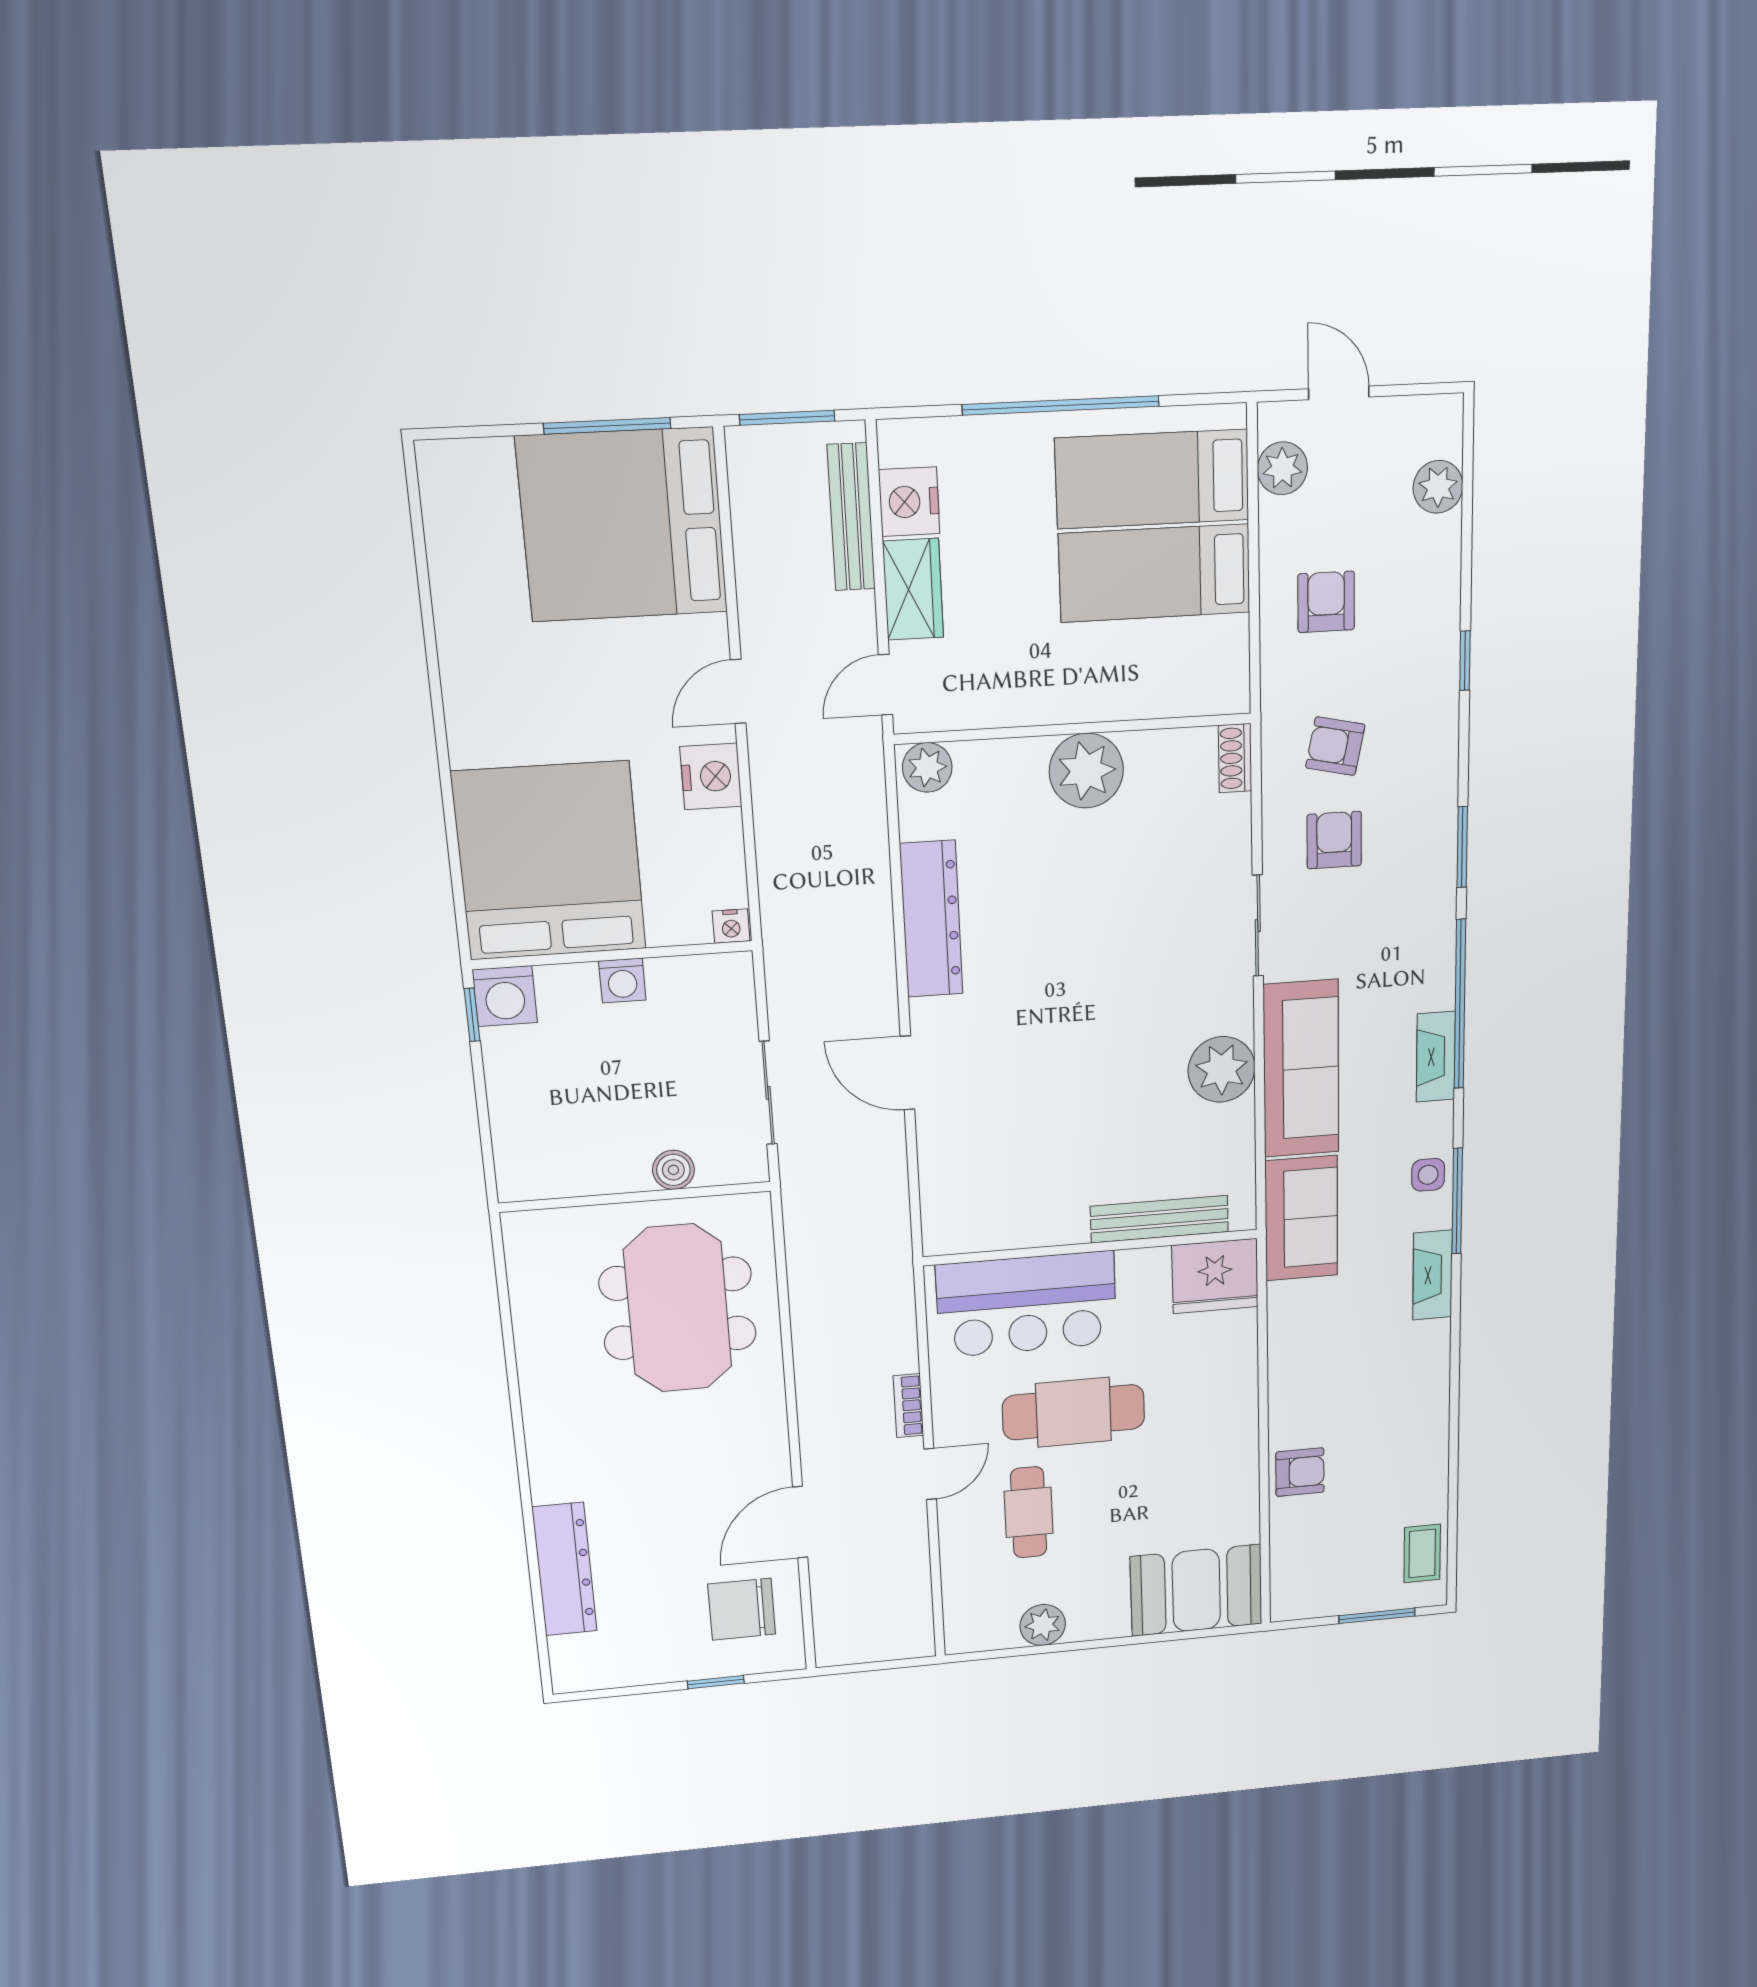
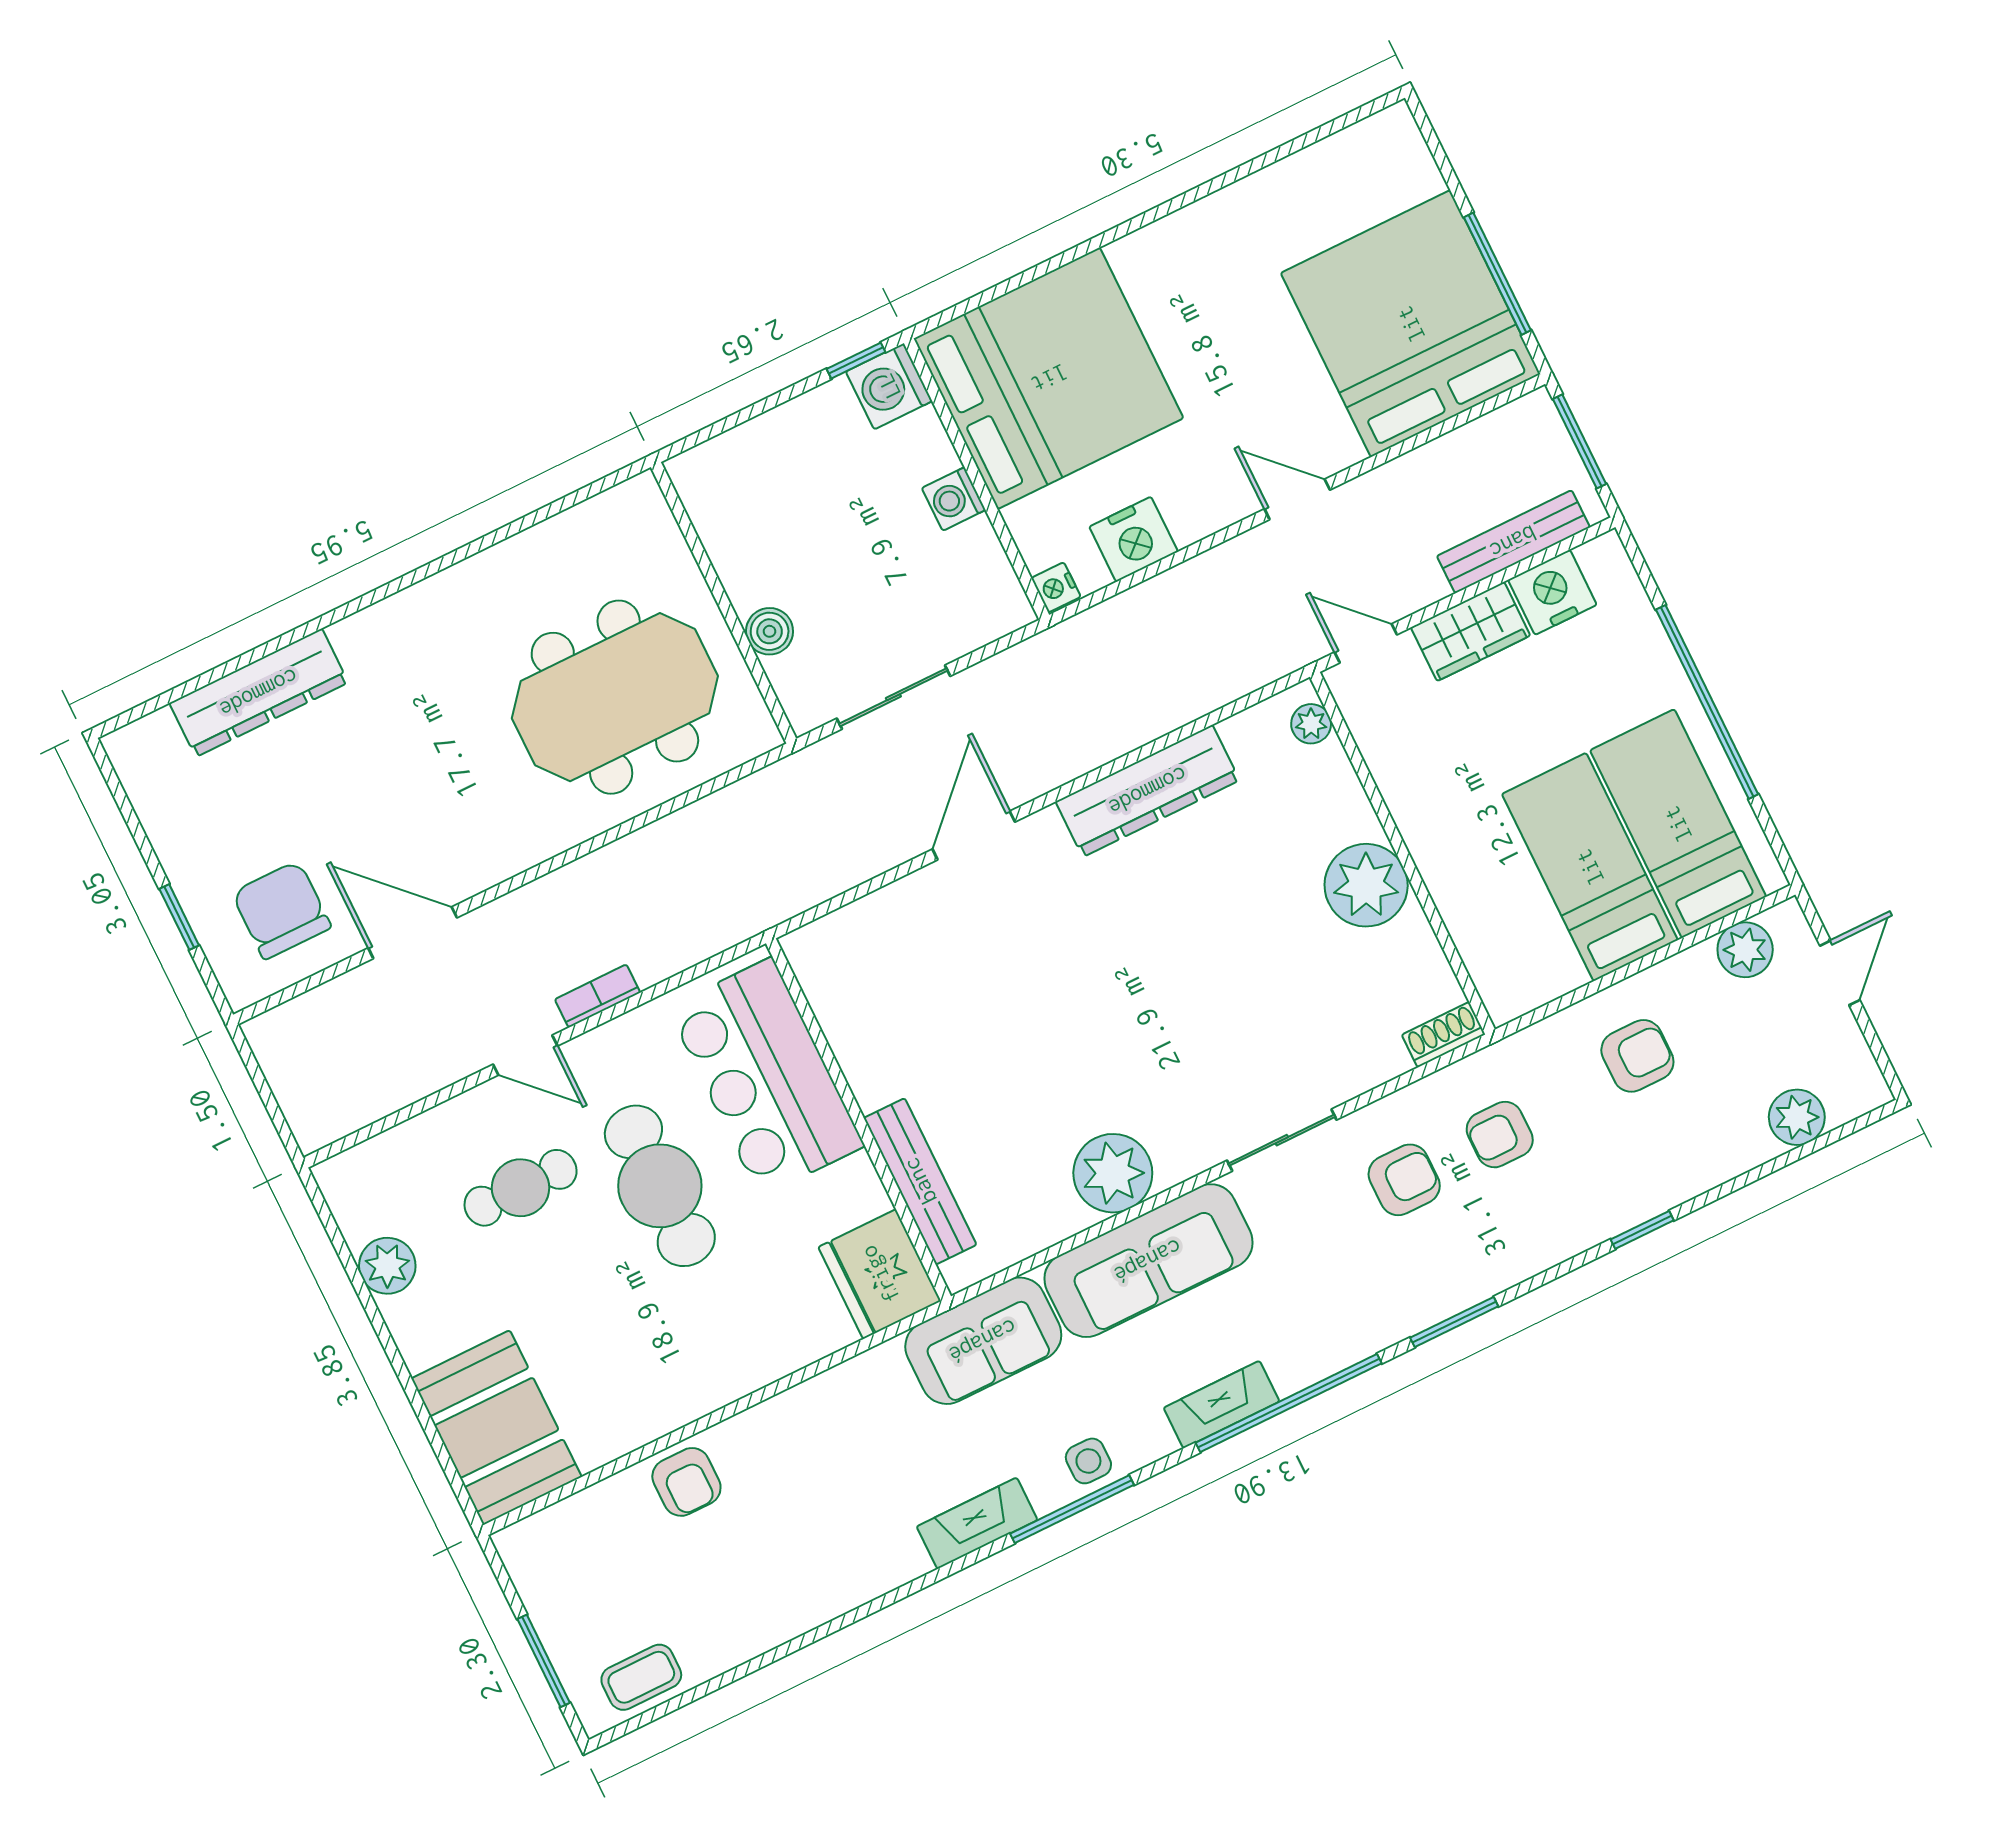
armchair: (1335, 746) -> (1500, 1135), turned -102
plant: (927, 767) -> (1311, 724), width x0.73, depth x0.73
nightstand: (711, 776) -> (1134, 539), moved

